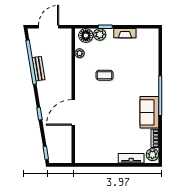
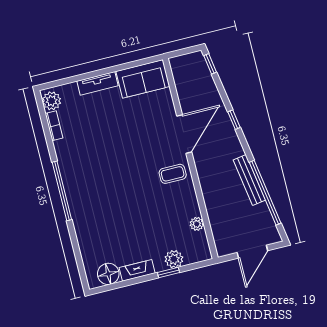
floor lamp: (86, 36) -> (108, 274), moved
bench: (38, 69) -> (249, 180), width x1.36
coffee table: (104, 75) -> (173, 174), moved
sofa: (149, 112) -> (143, 79), moved, turned 90
tv unit: (131, 158) -> (97, 83), moved

